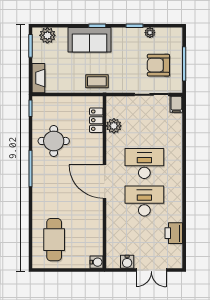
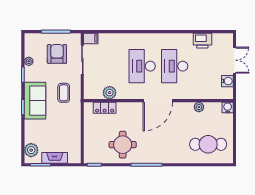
sofa: (90, 40) -> (35, 101), moved
armchair: (158, 65) -> (57, 54), turned 180
fireplace: (38, 78) -> (55, 158), moved
coffee table: (97, 81) -> (64, 93), moved
plant: (97, 229) -> (199, 107), added

